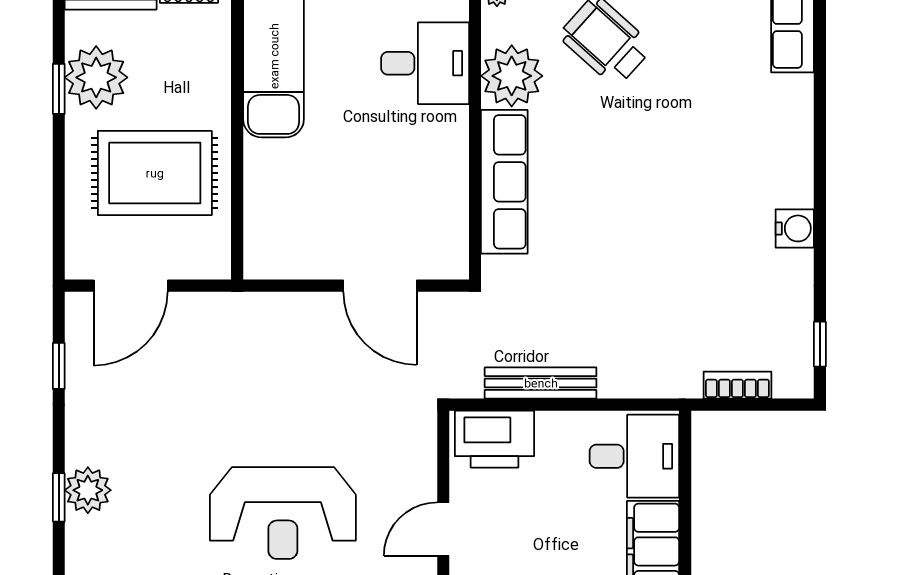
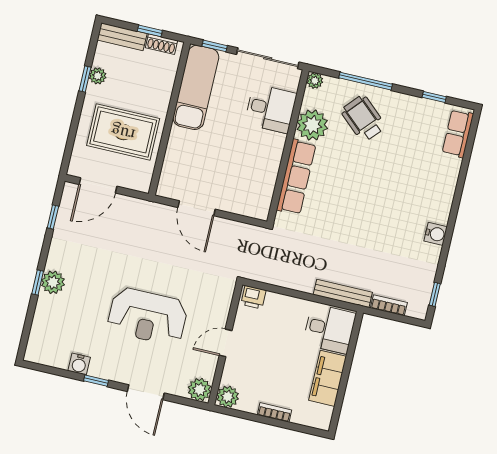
plant: (96, 77) -> (98, 76), width x0.53, depth x0.53
door: (380, 286) -> (197, 208), moved
bench: (541, 383) -> (343, 293), moved
printer: (494, 439) -> (253, 297), width x0.53, depth x0.68

